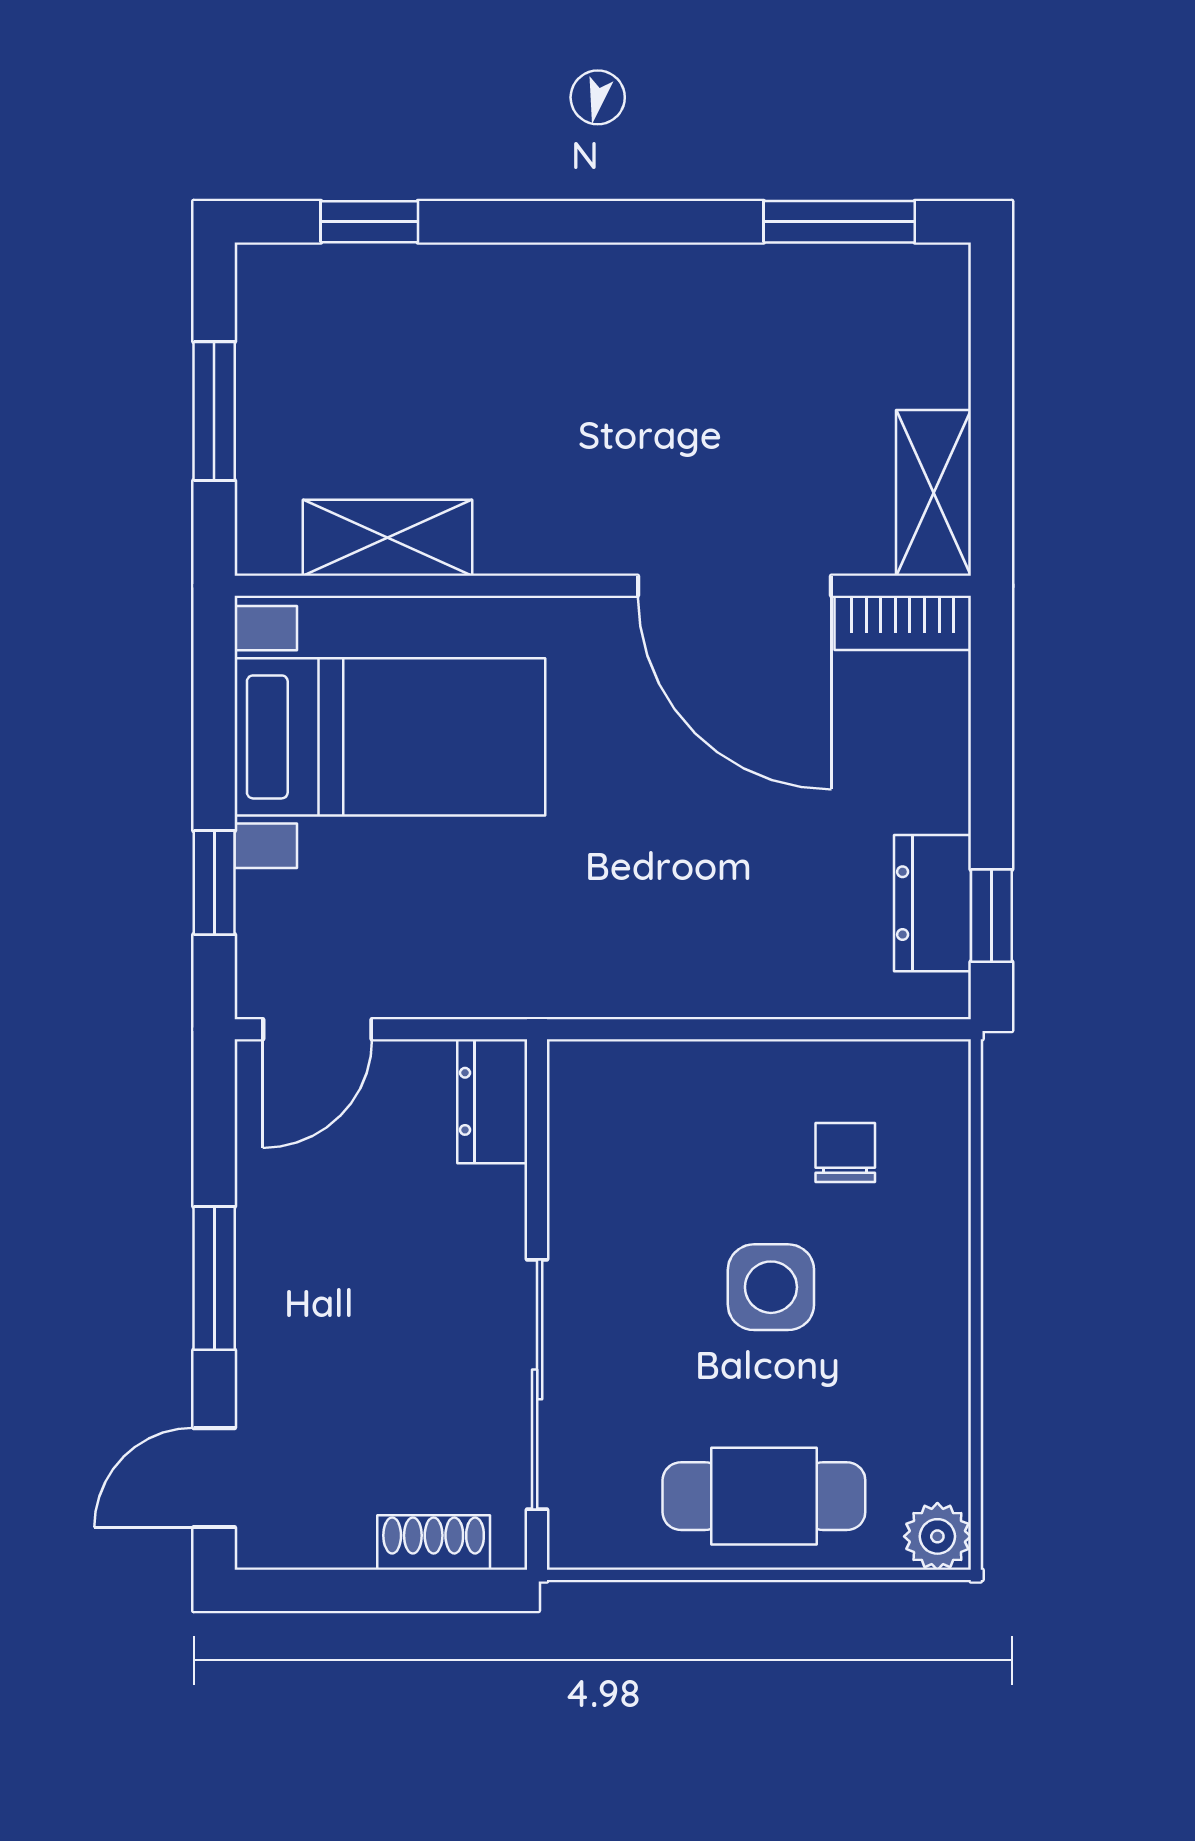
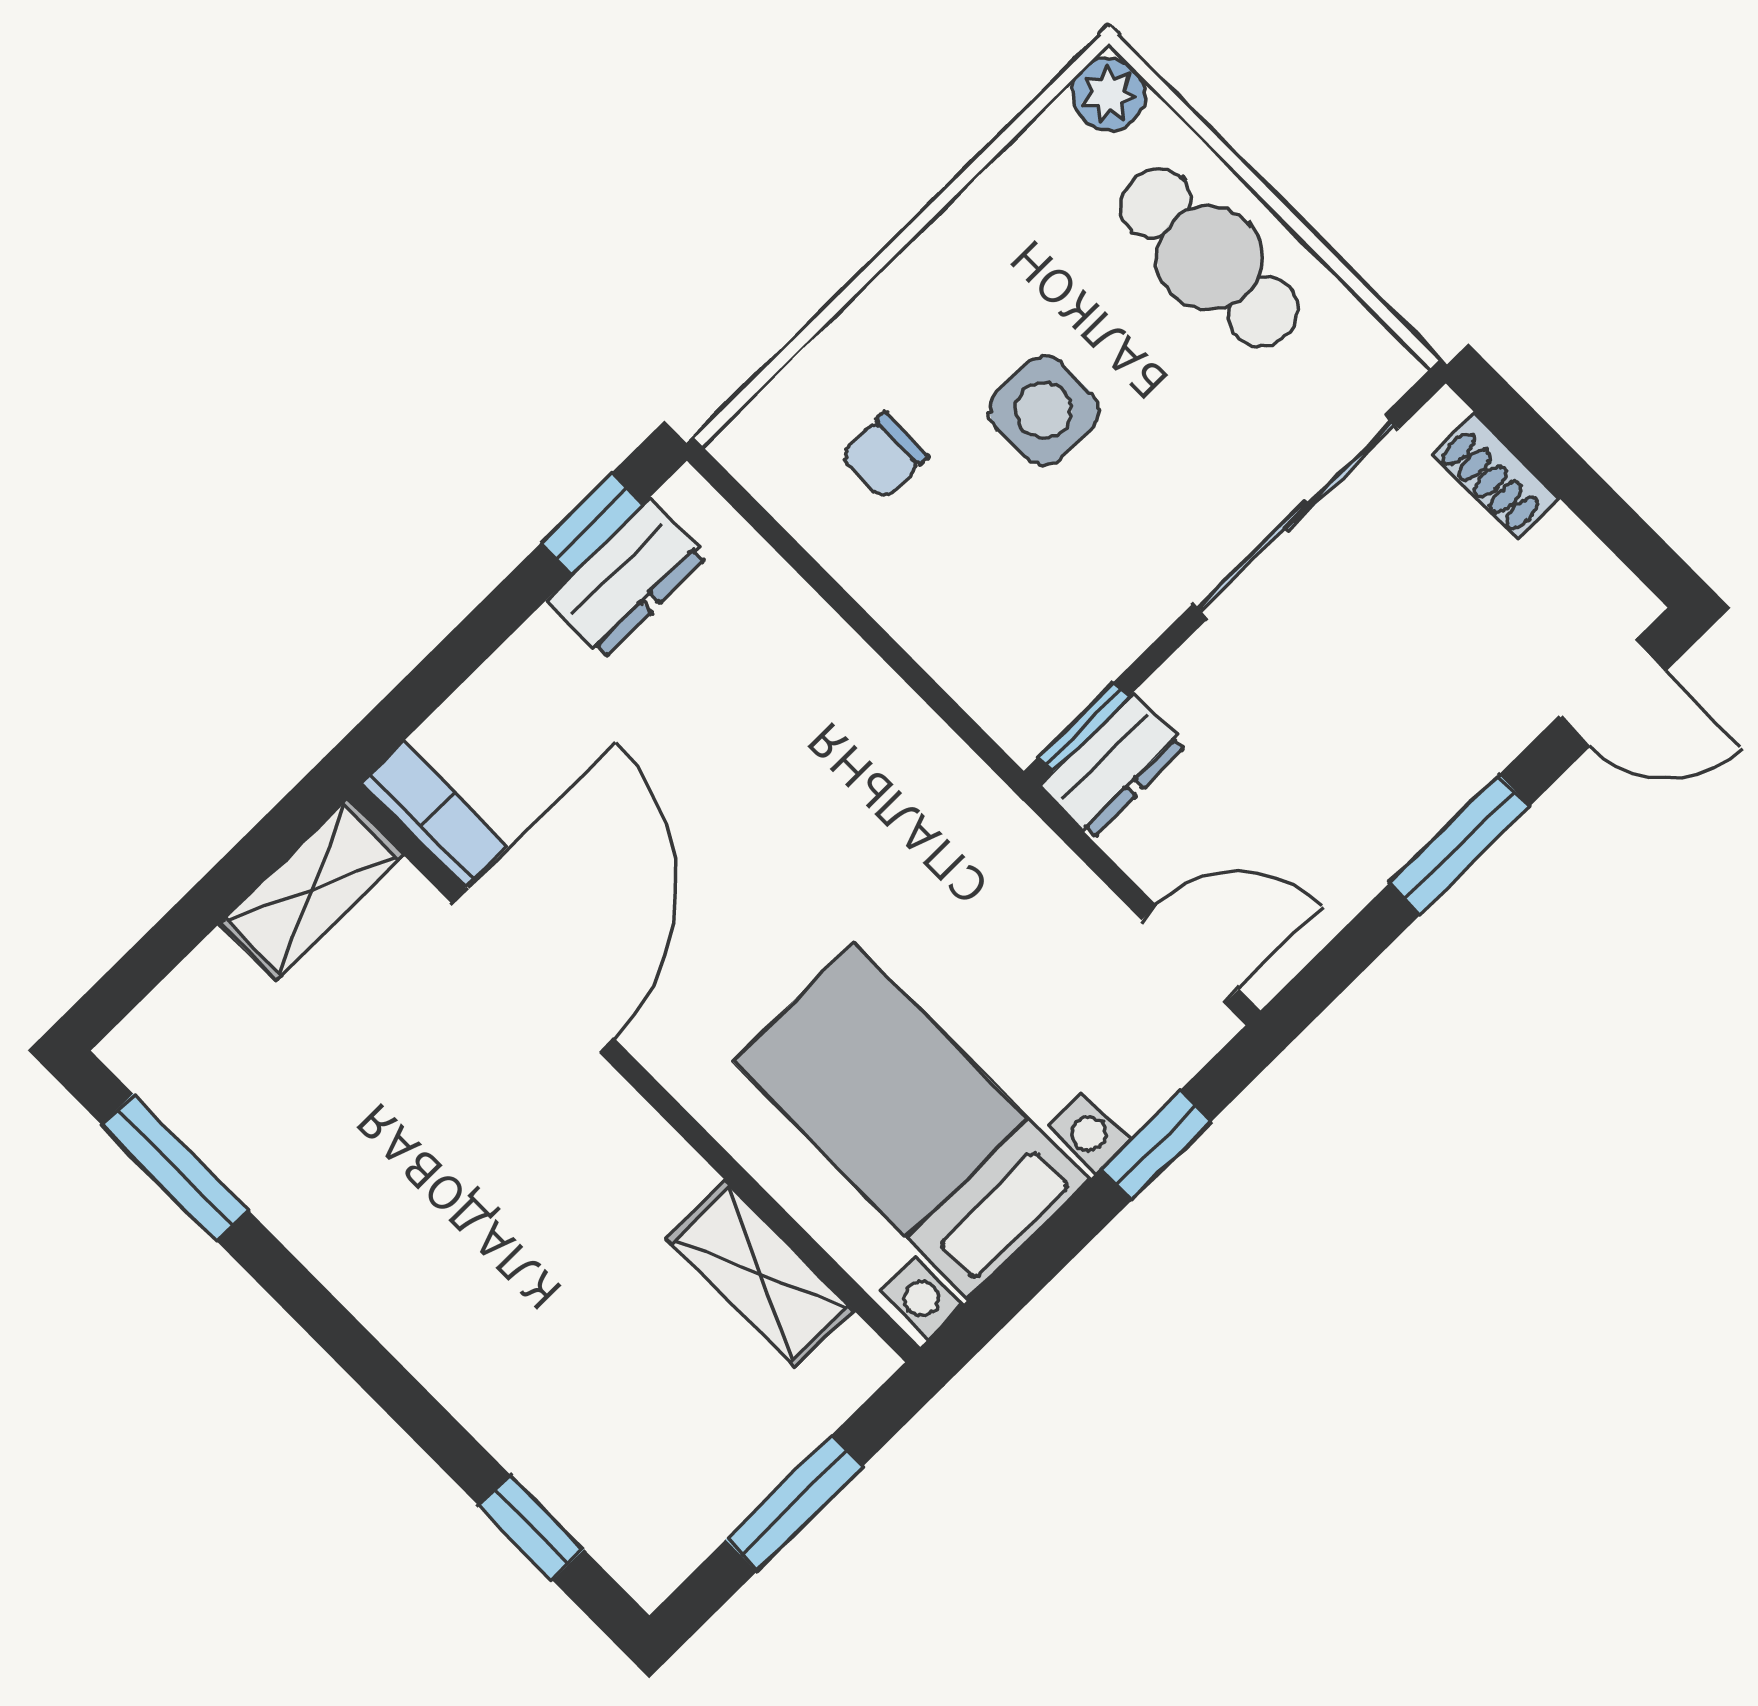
window: (537, 1108) -> (1084, 727), added

